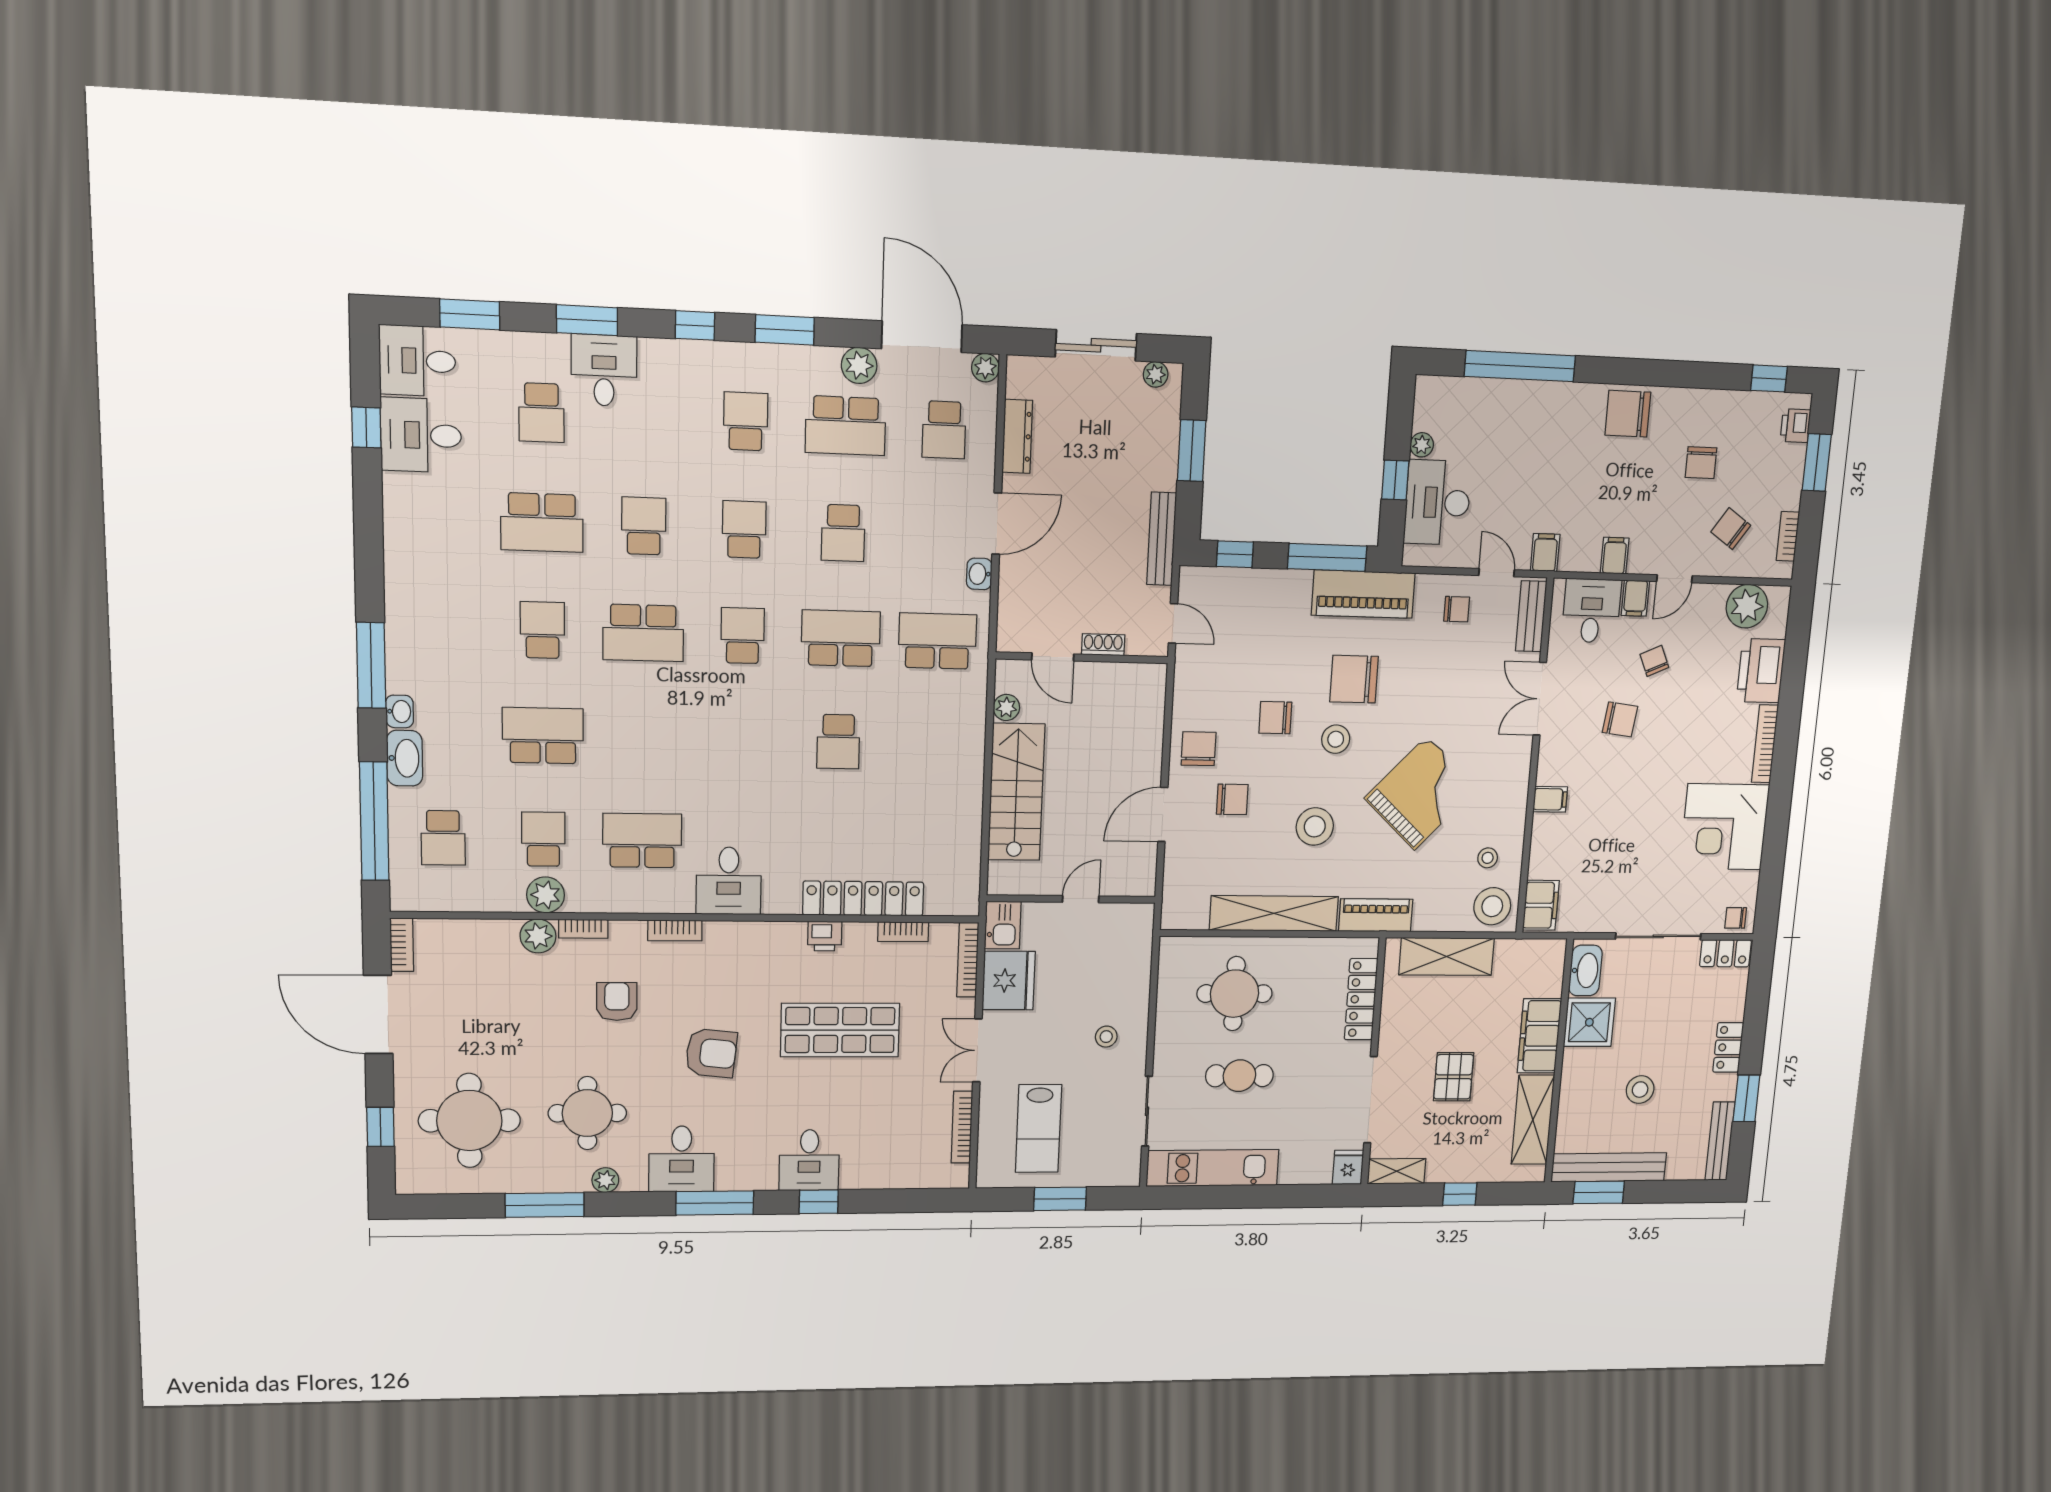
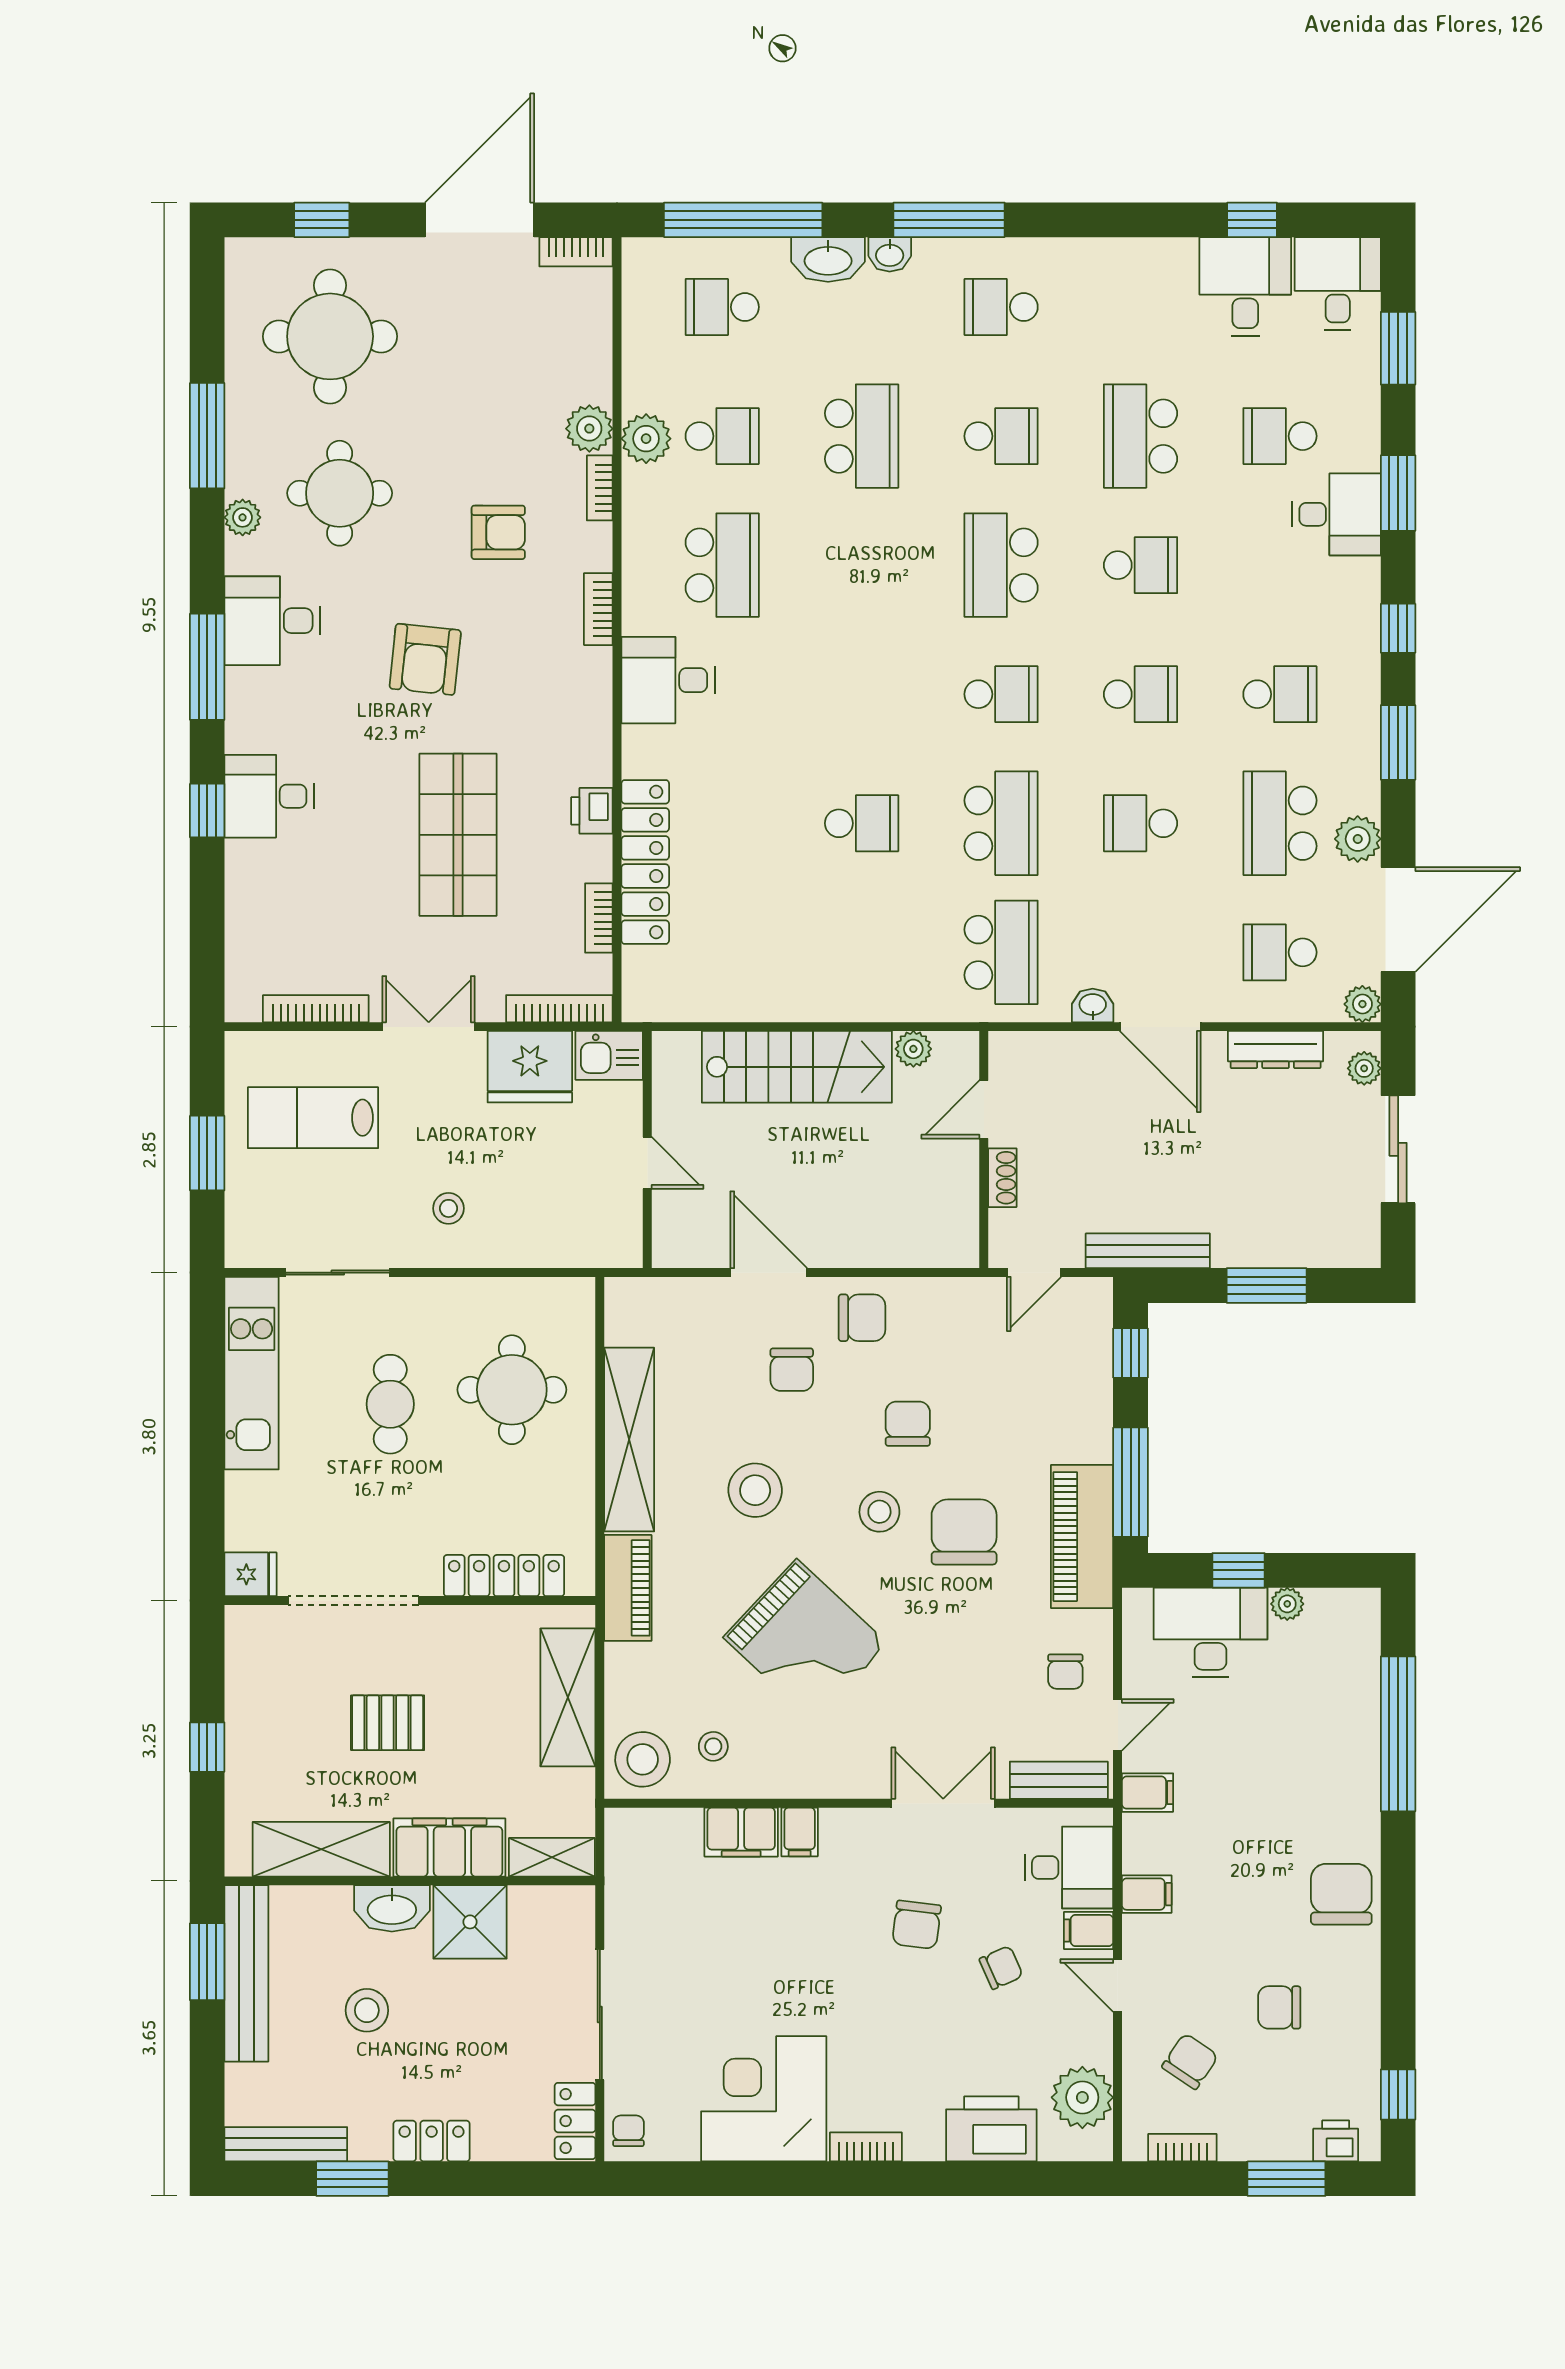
plant: (1156, 374) -> (1364, 1068), moved
school desk: (440, 627) -> (1001, 307), added
school desk: (838, 742) -> (862, 823), turned 180
bookcase: (1765, 744) -> (866, 2147), width x0.64
filing cabinet: (1541, 905) -> (741, 1832), moved
washbasin: (1585, 970) -> (392, 1908), moved
shelving: (1396, 1171) -> (552, 1857), moved, turned 90

